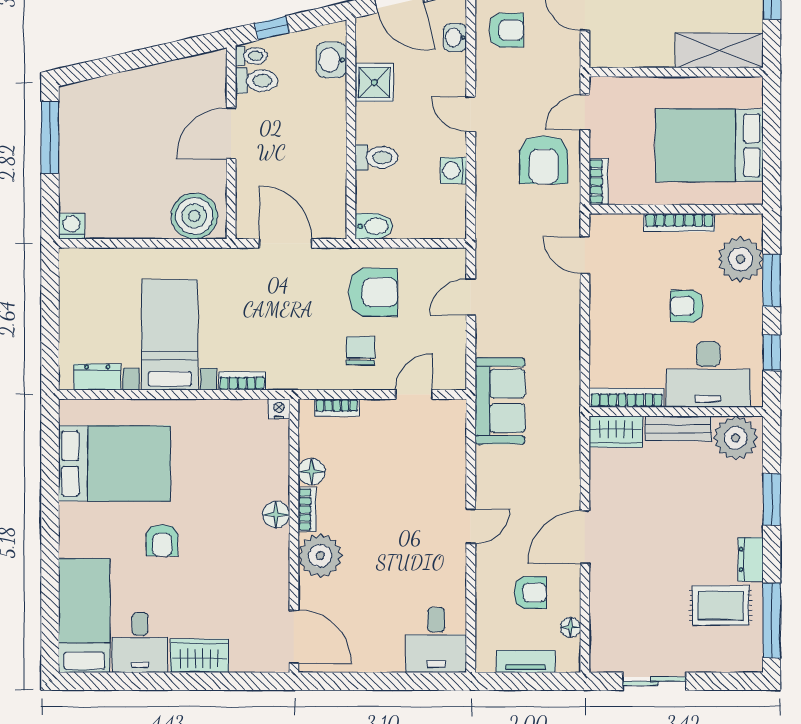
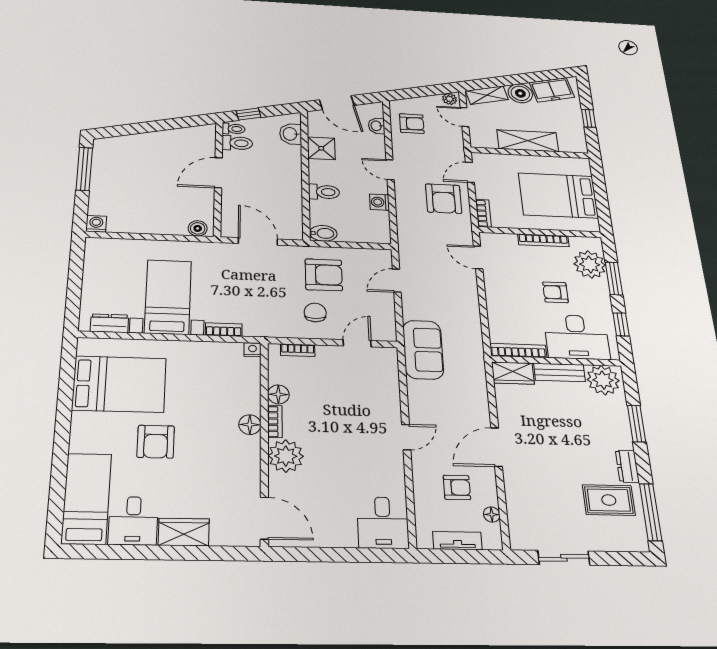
shelving: (719, 50) -> (528, 141), moved
boiler: (194, 216) -> (198, 228), width x0.54, depth x0.54
armchair: (162, 540) -> (156, 442), width x1.38, depth x1.38

